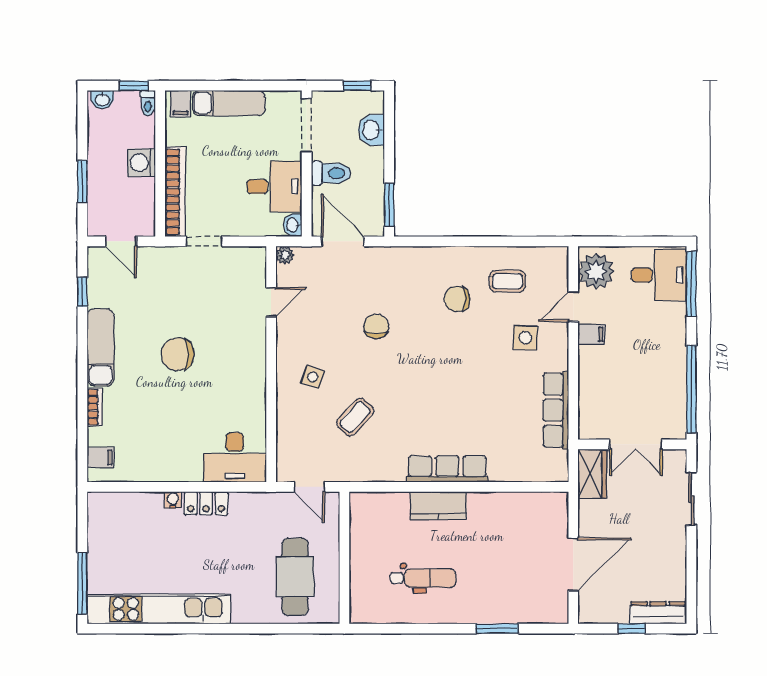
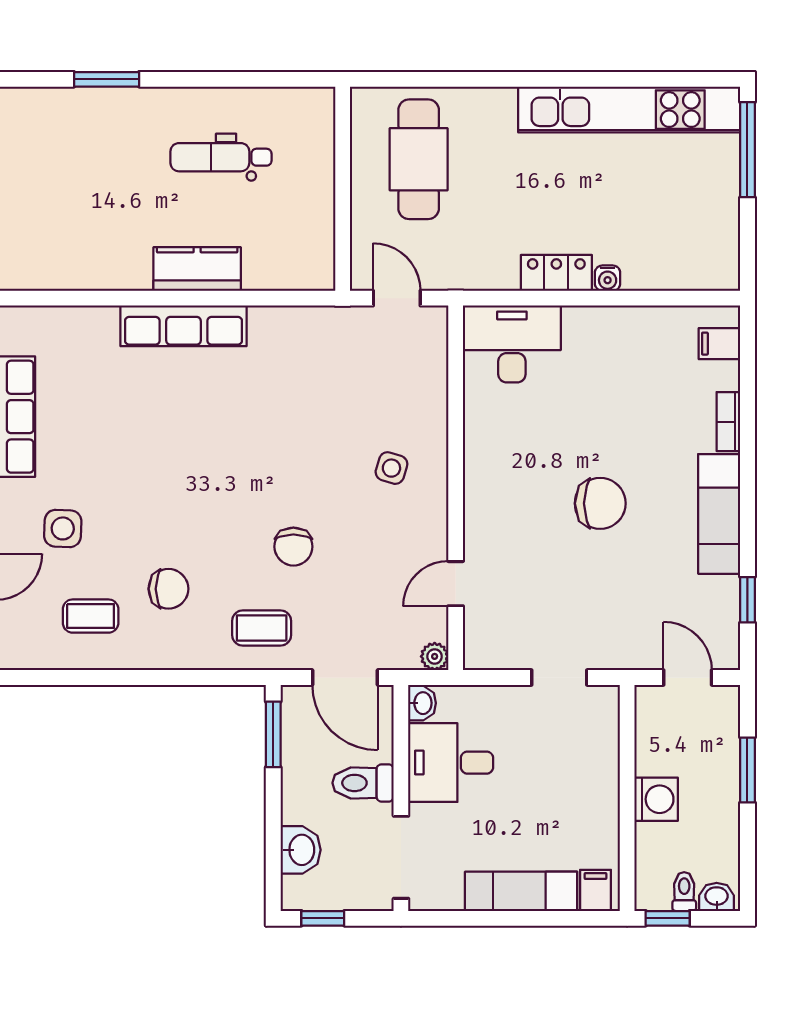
toilet: (148, 103) -> (684, 892), moved
bookcase: (175, 192) -> (604, 754), removed
coffee table: (355, 417) -> (262, 628), moved, turned 47

